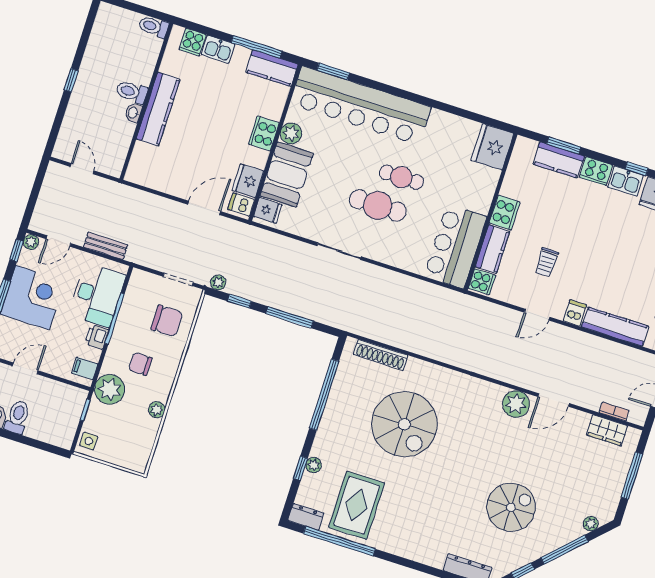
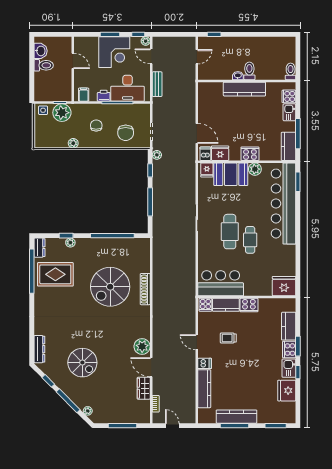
window: (71, 80) -> (214, 34), moved
window: (564, 145) -> (298, 346), moved
shoe rack: (381, 355) -> (145, 289), moved
plant: (110, 389) -> (62, 113), moved
wardrobe: (607, 430) -> (144, 388), moved

